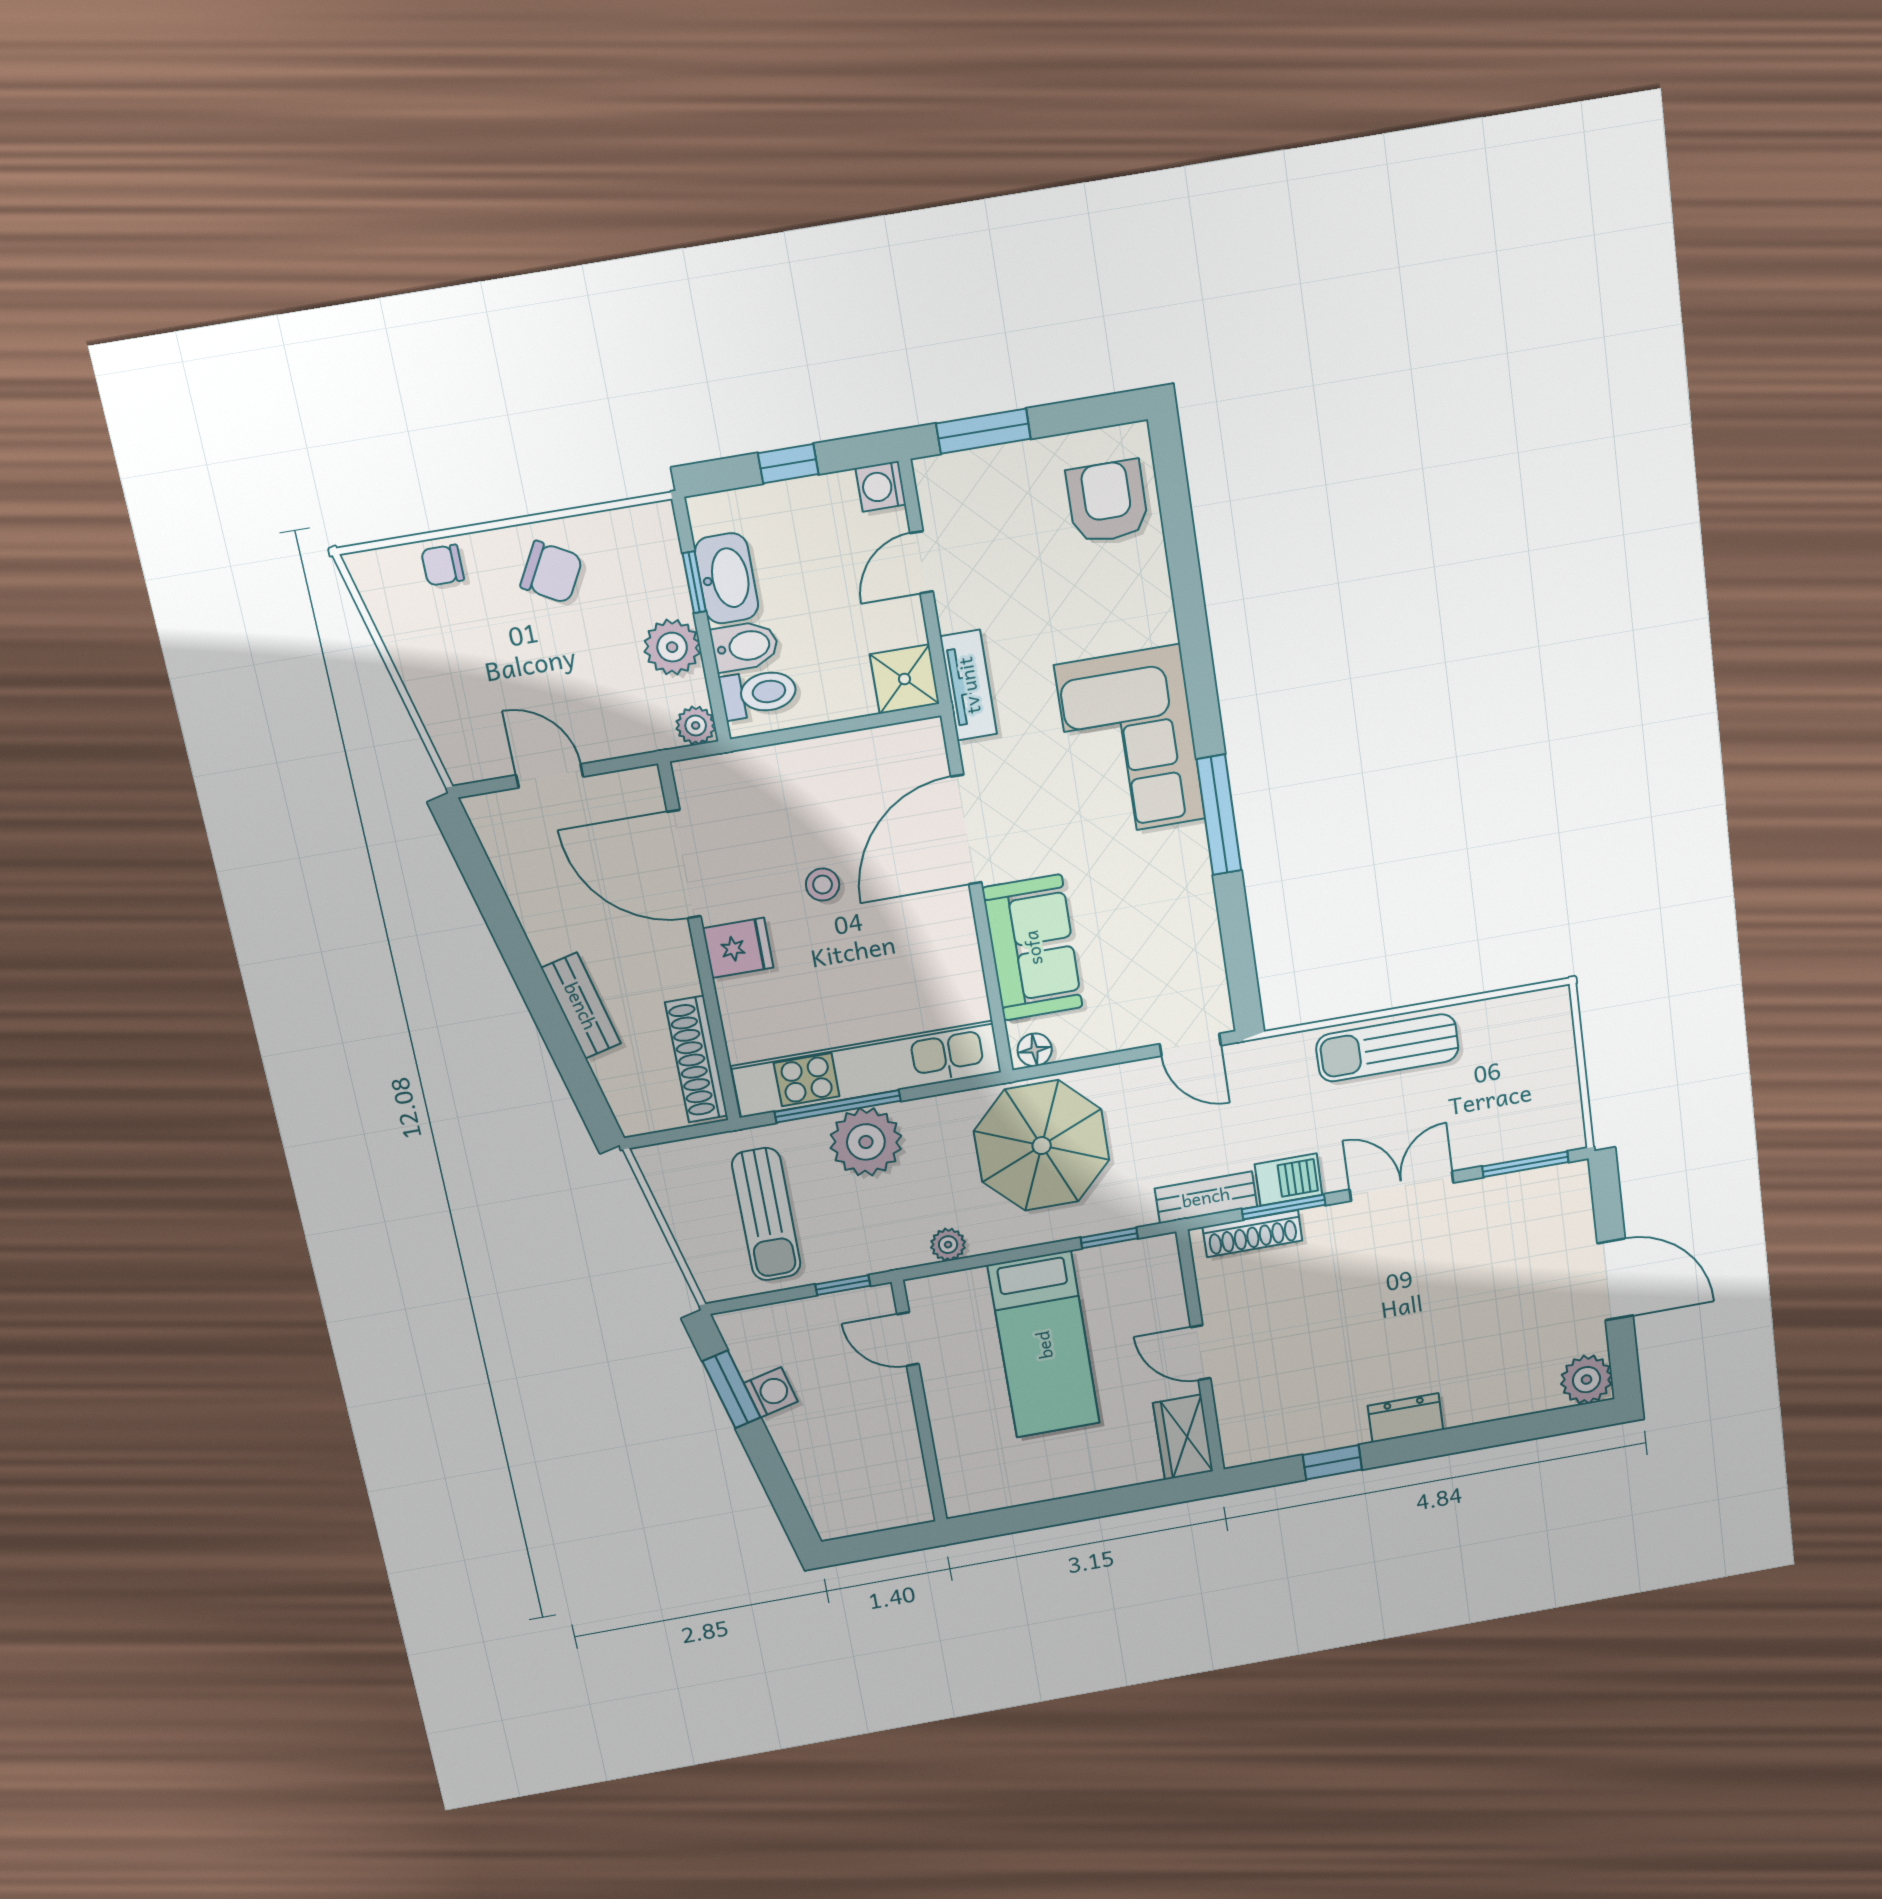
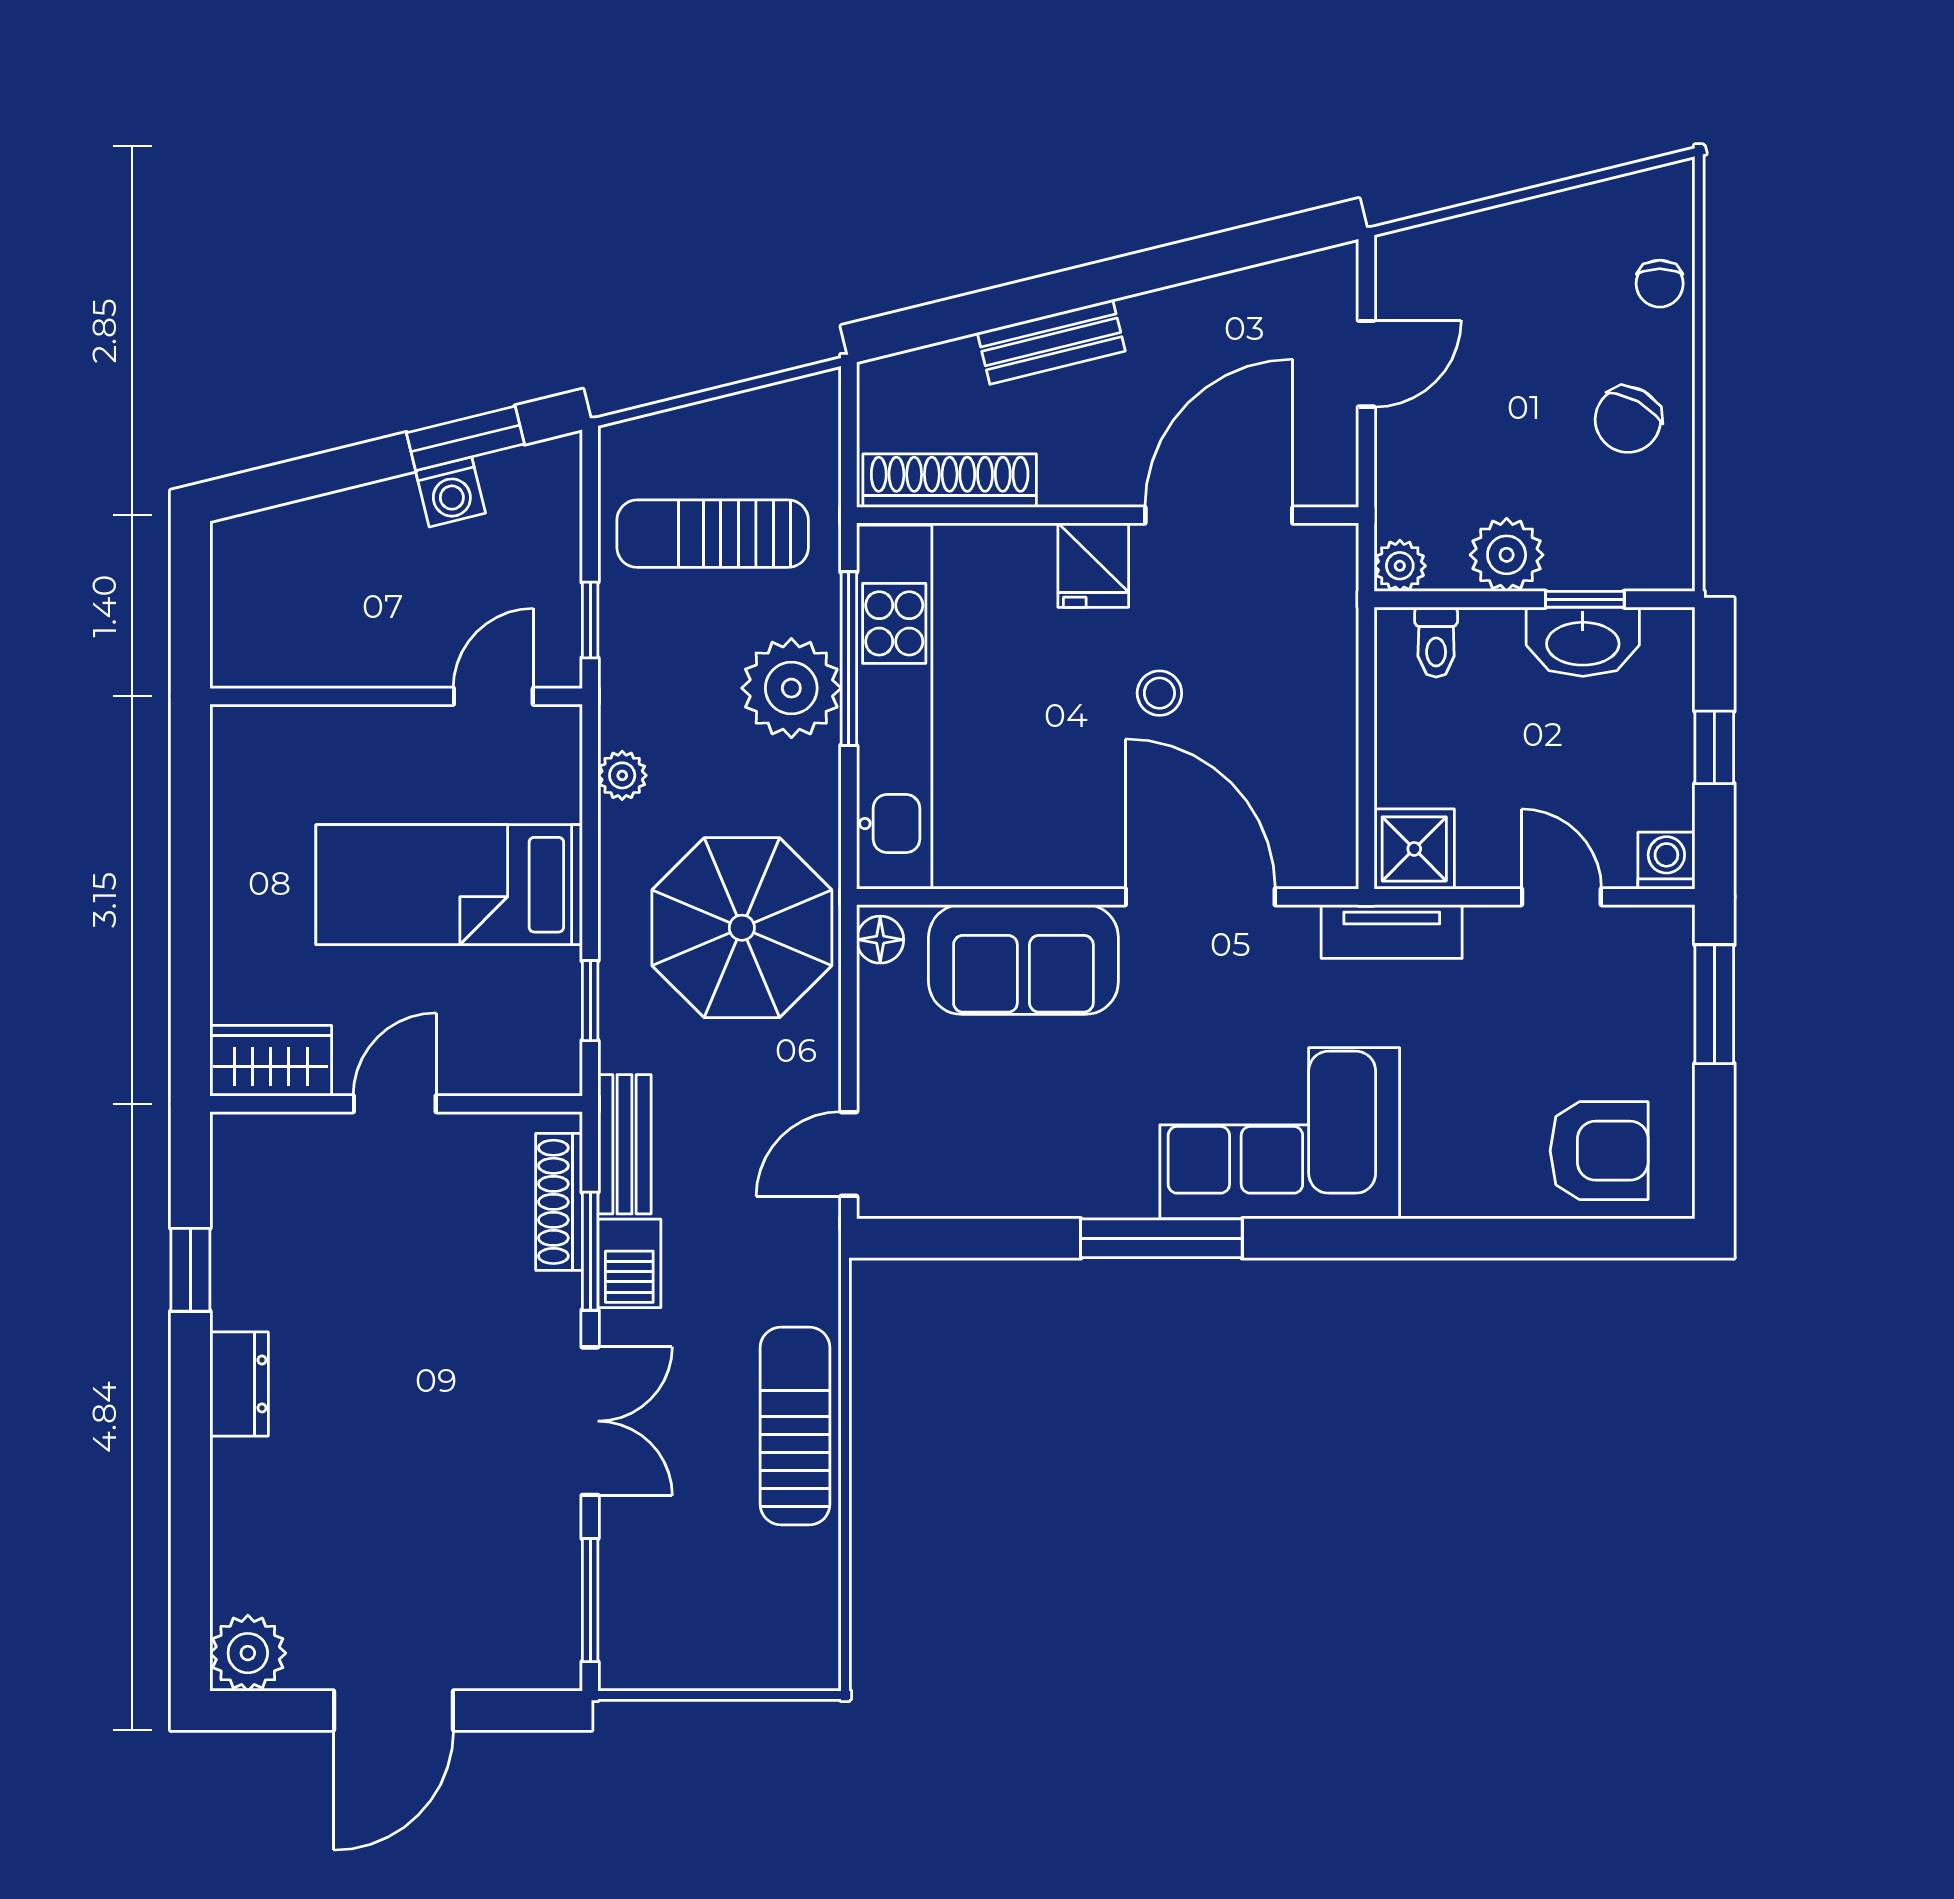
chair: (442, 565) -> (1660, 284), turned 180
bidet: (745, 646) -> (1492, 649), removed
toilet: (759, 693) -> (1436, 642), width x0.73, depth x0.72

